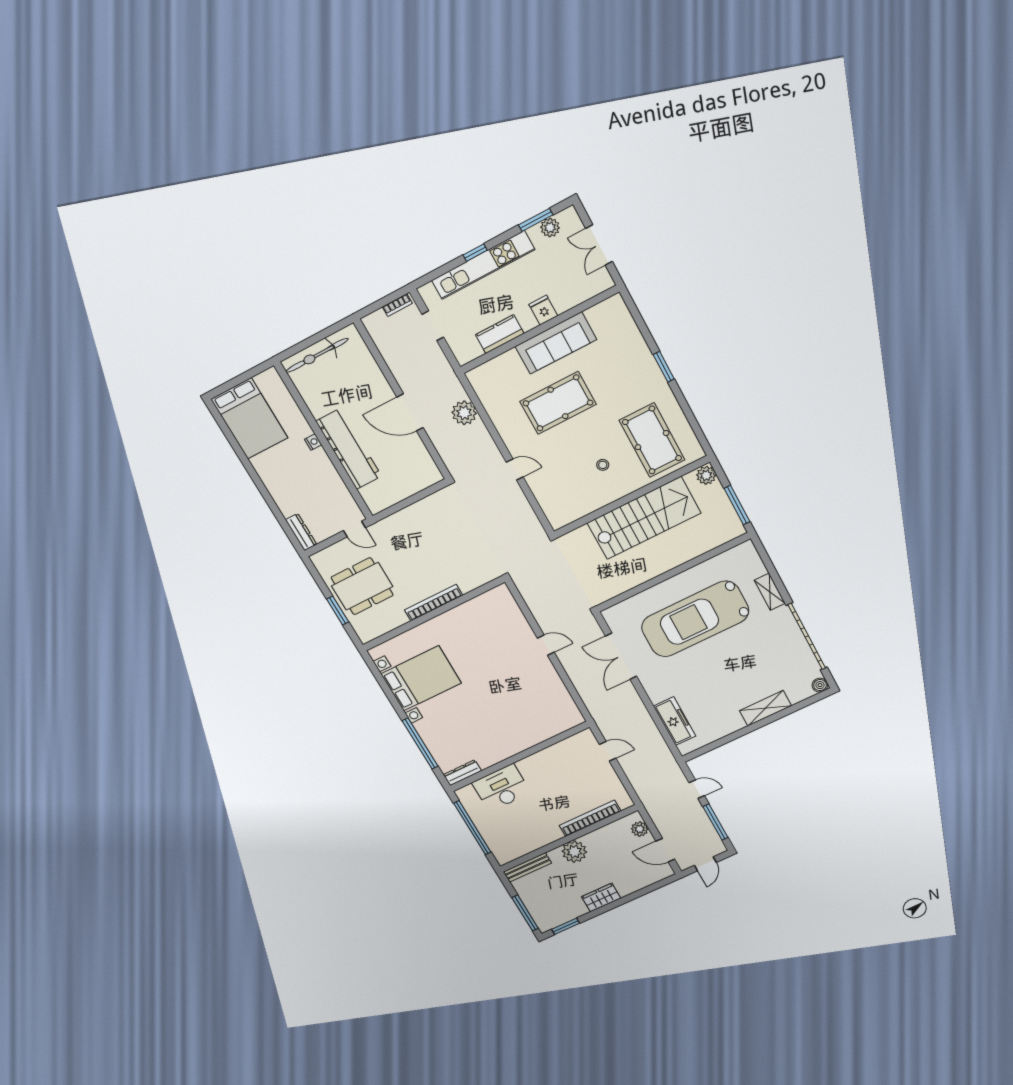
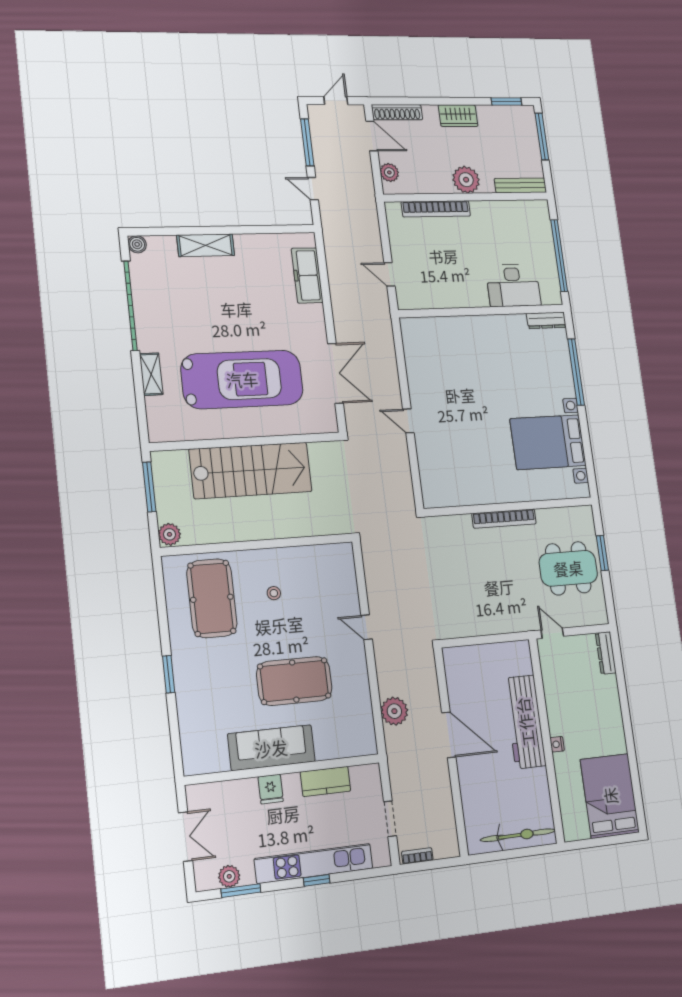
stairs: (644, 518) -> (251, 470), moved, turned 180
shoe rack: (652, 878) -> (397, 112), added

